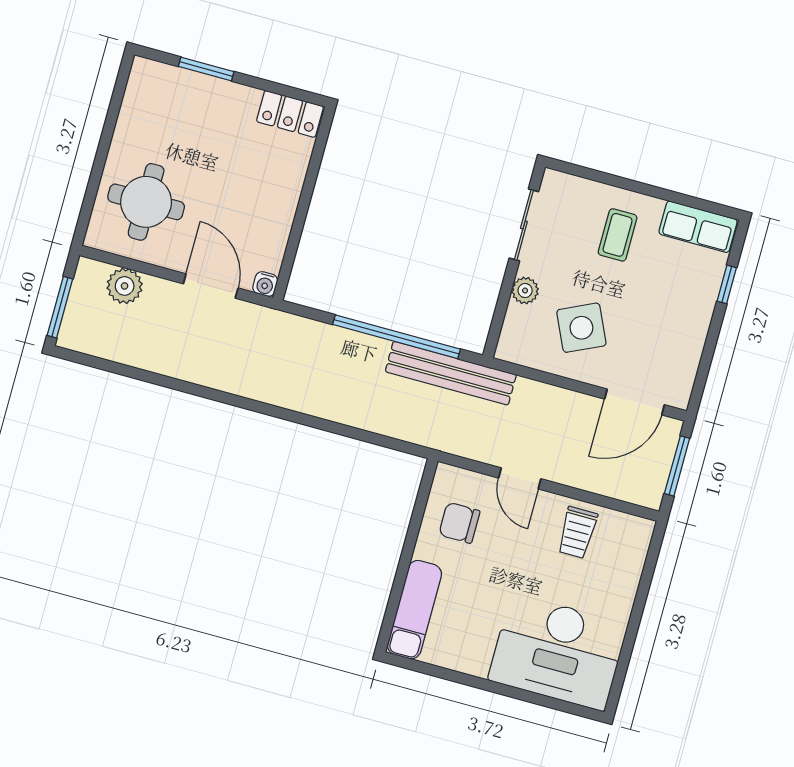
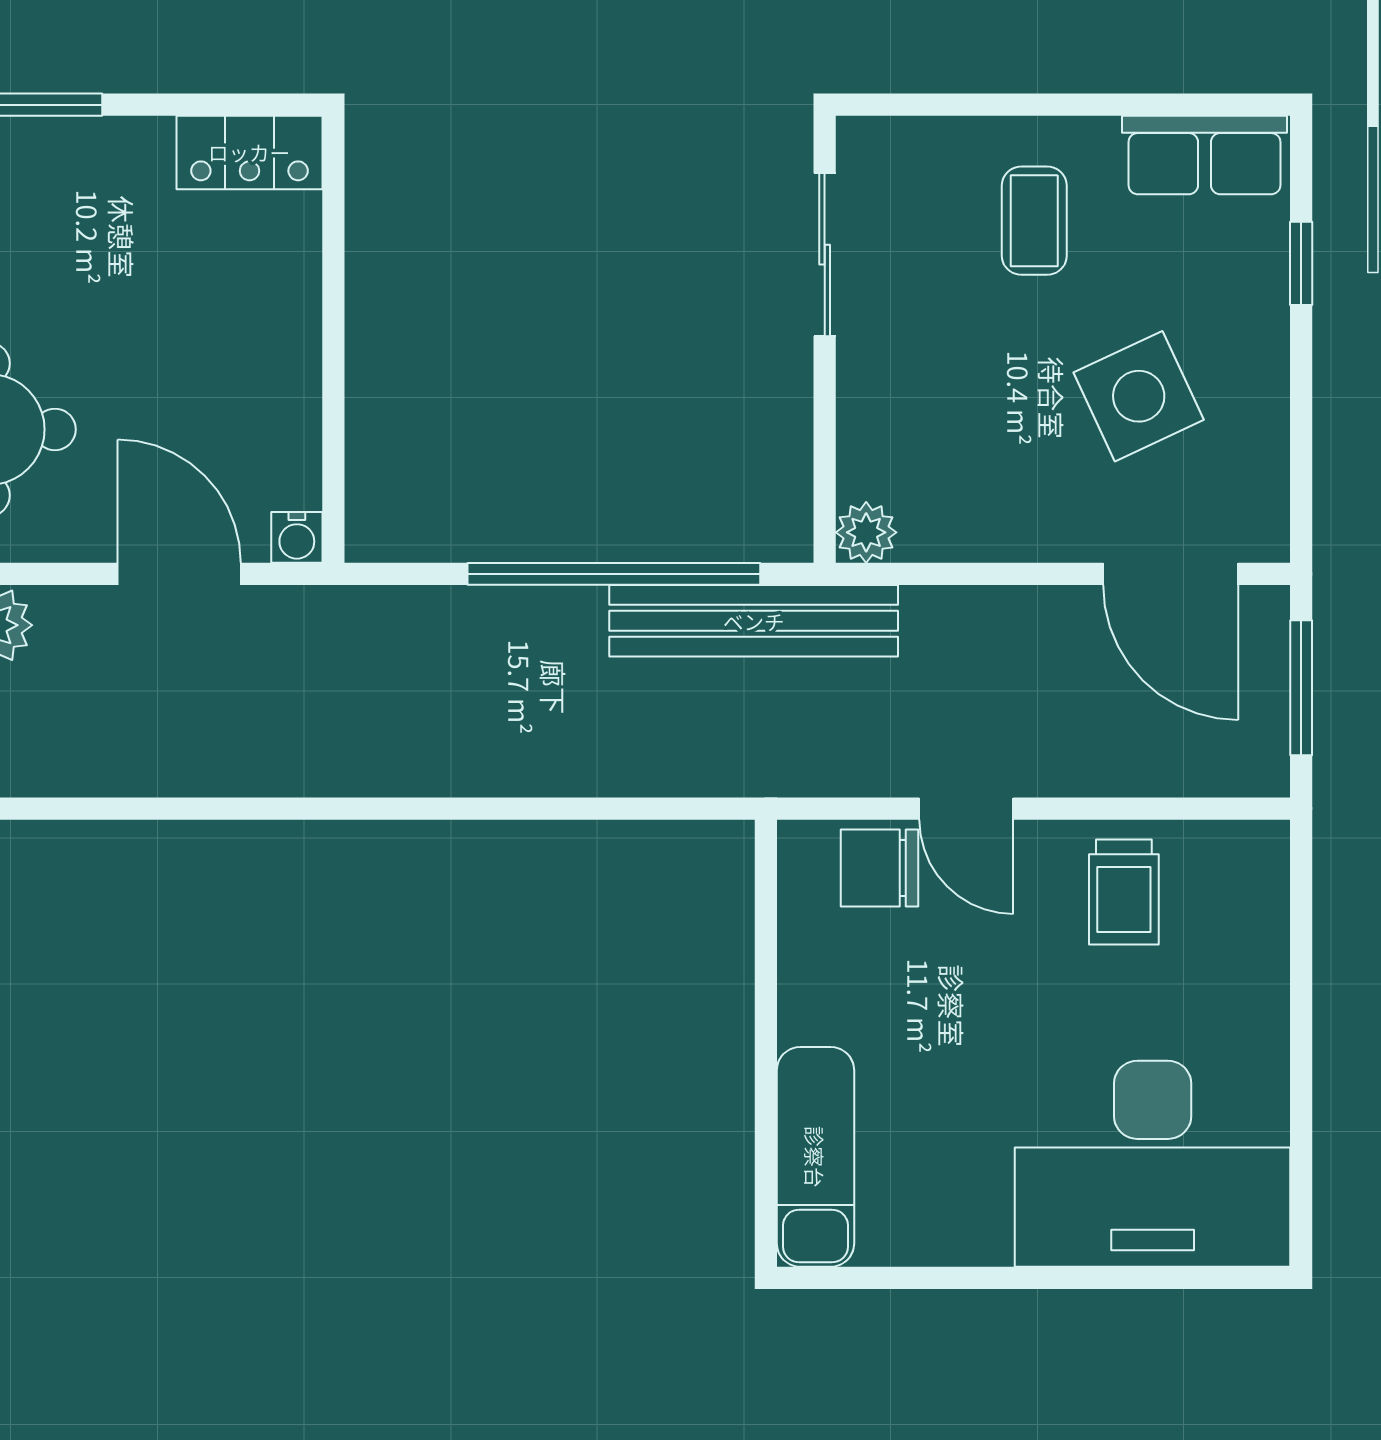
plant: (525, 290) -> (866, 532), moved
side table: (581, 328) -> (1139, 396), moved
door: (635, 402) -> (1171, 574), hinge flipped
chair: (459, 523) -> (880, 868), moved

